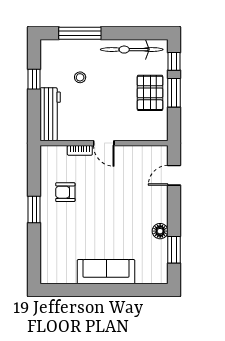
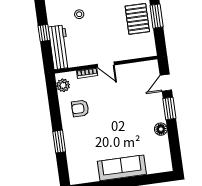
window: (34, 79) -> (44, 33), moved
plant: (48, 161) -> (63, 85), added
window: (34, 210) -> (59, 142), moved
window: (174, 250) -> (169, 108), moved

